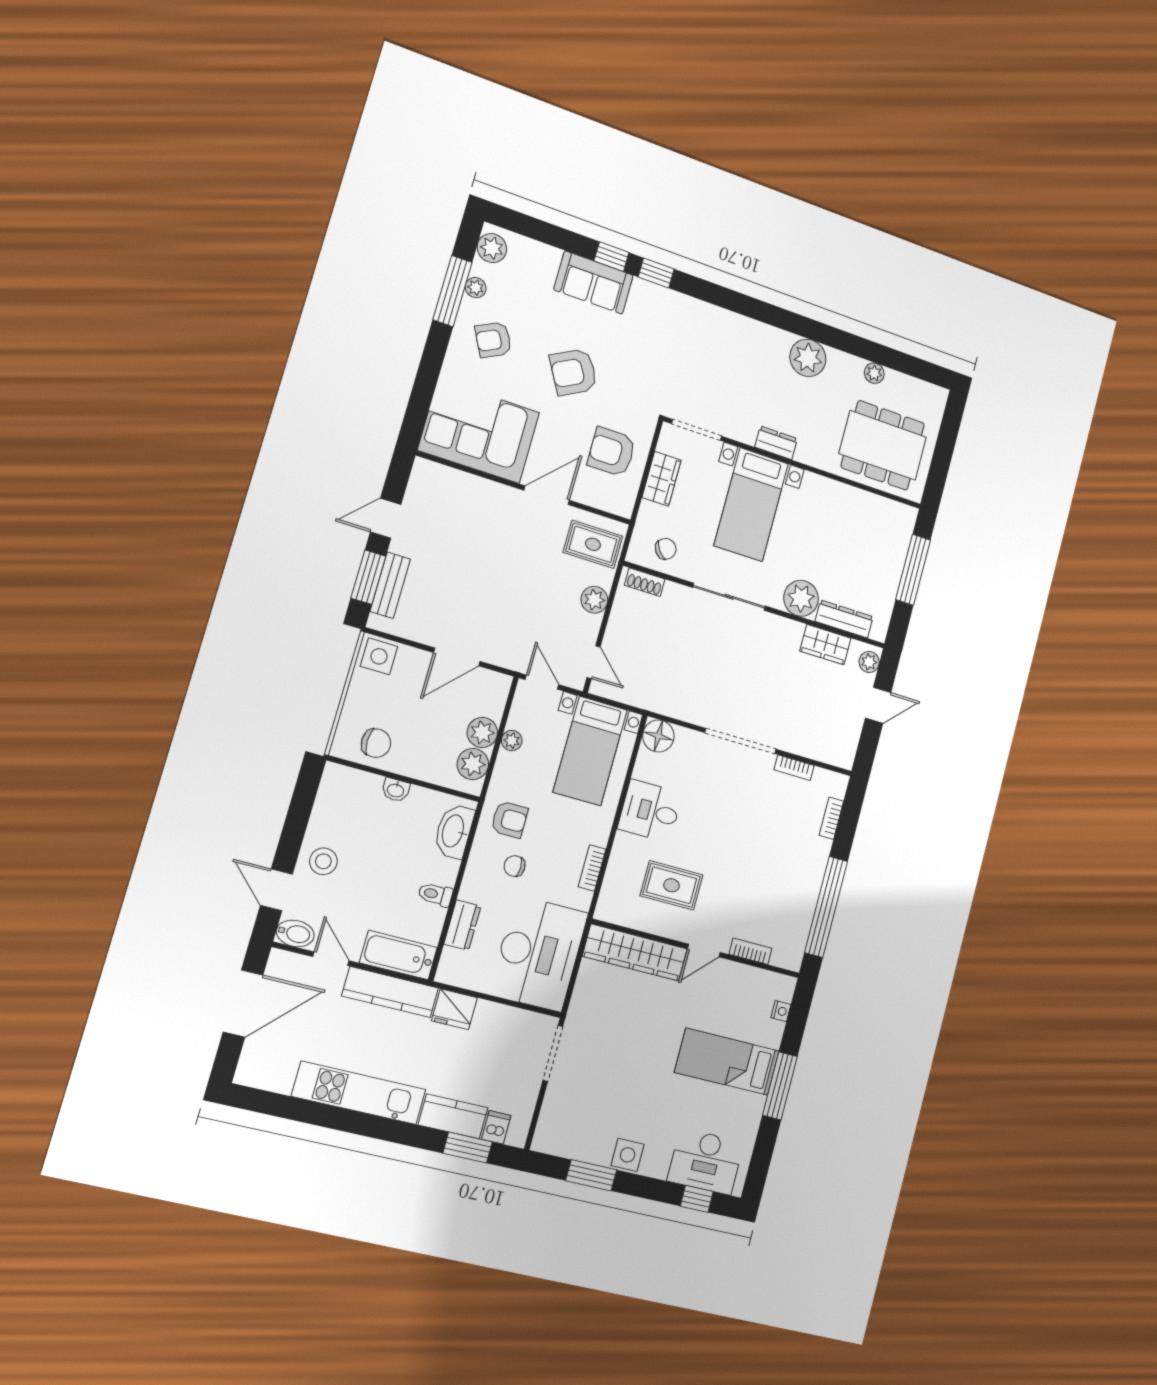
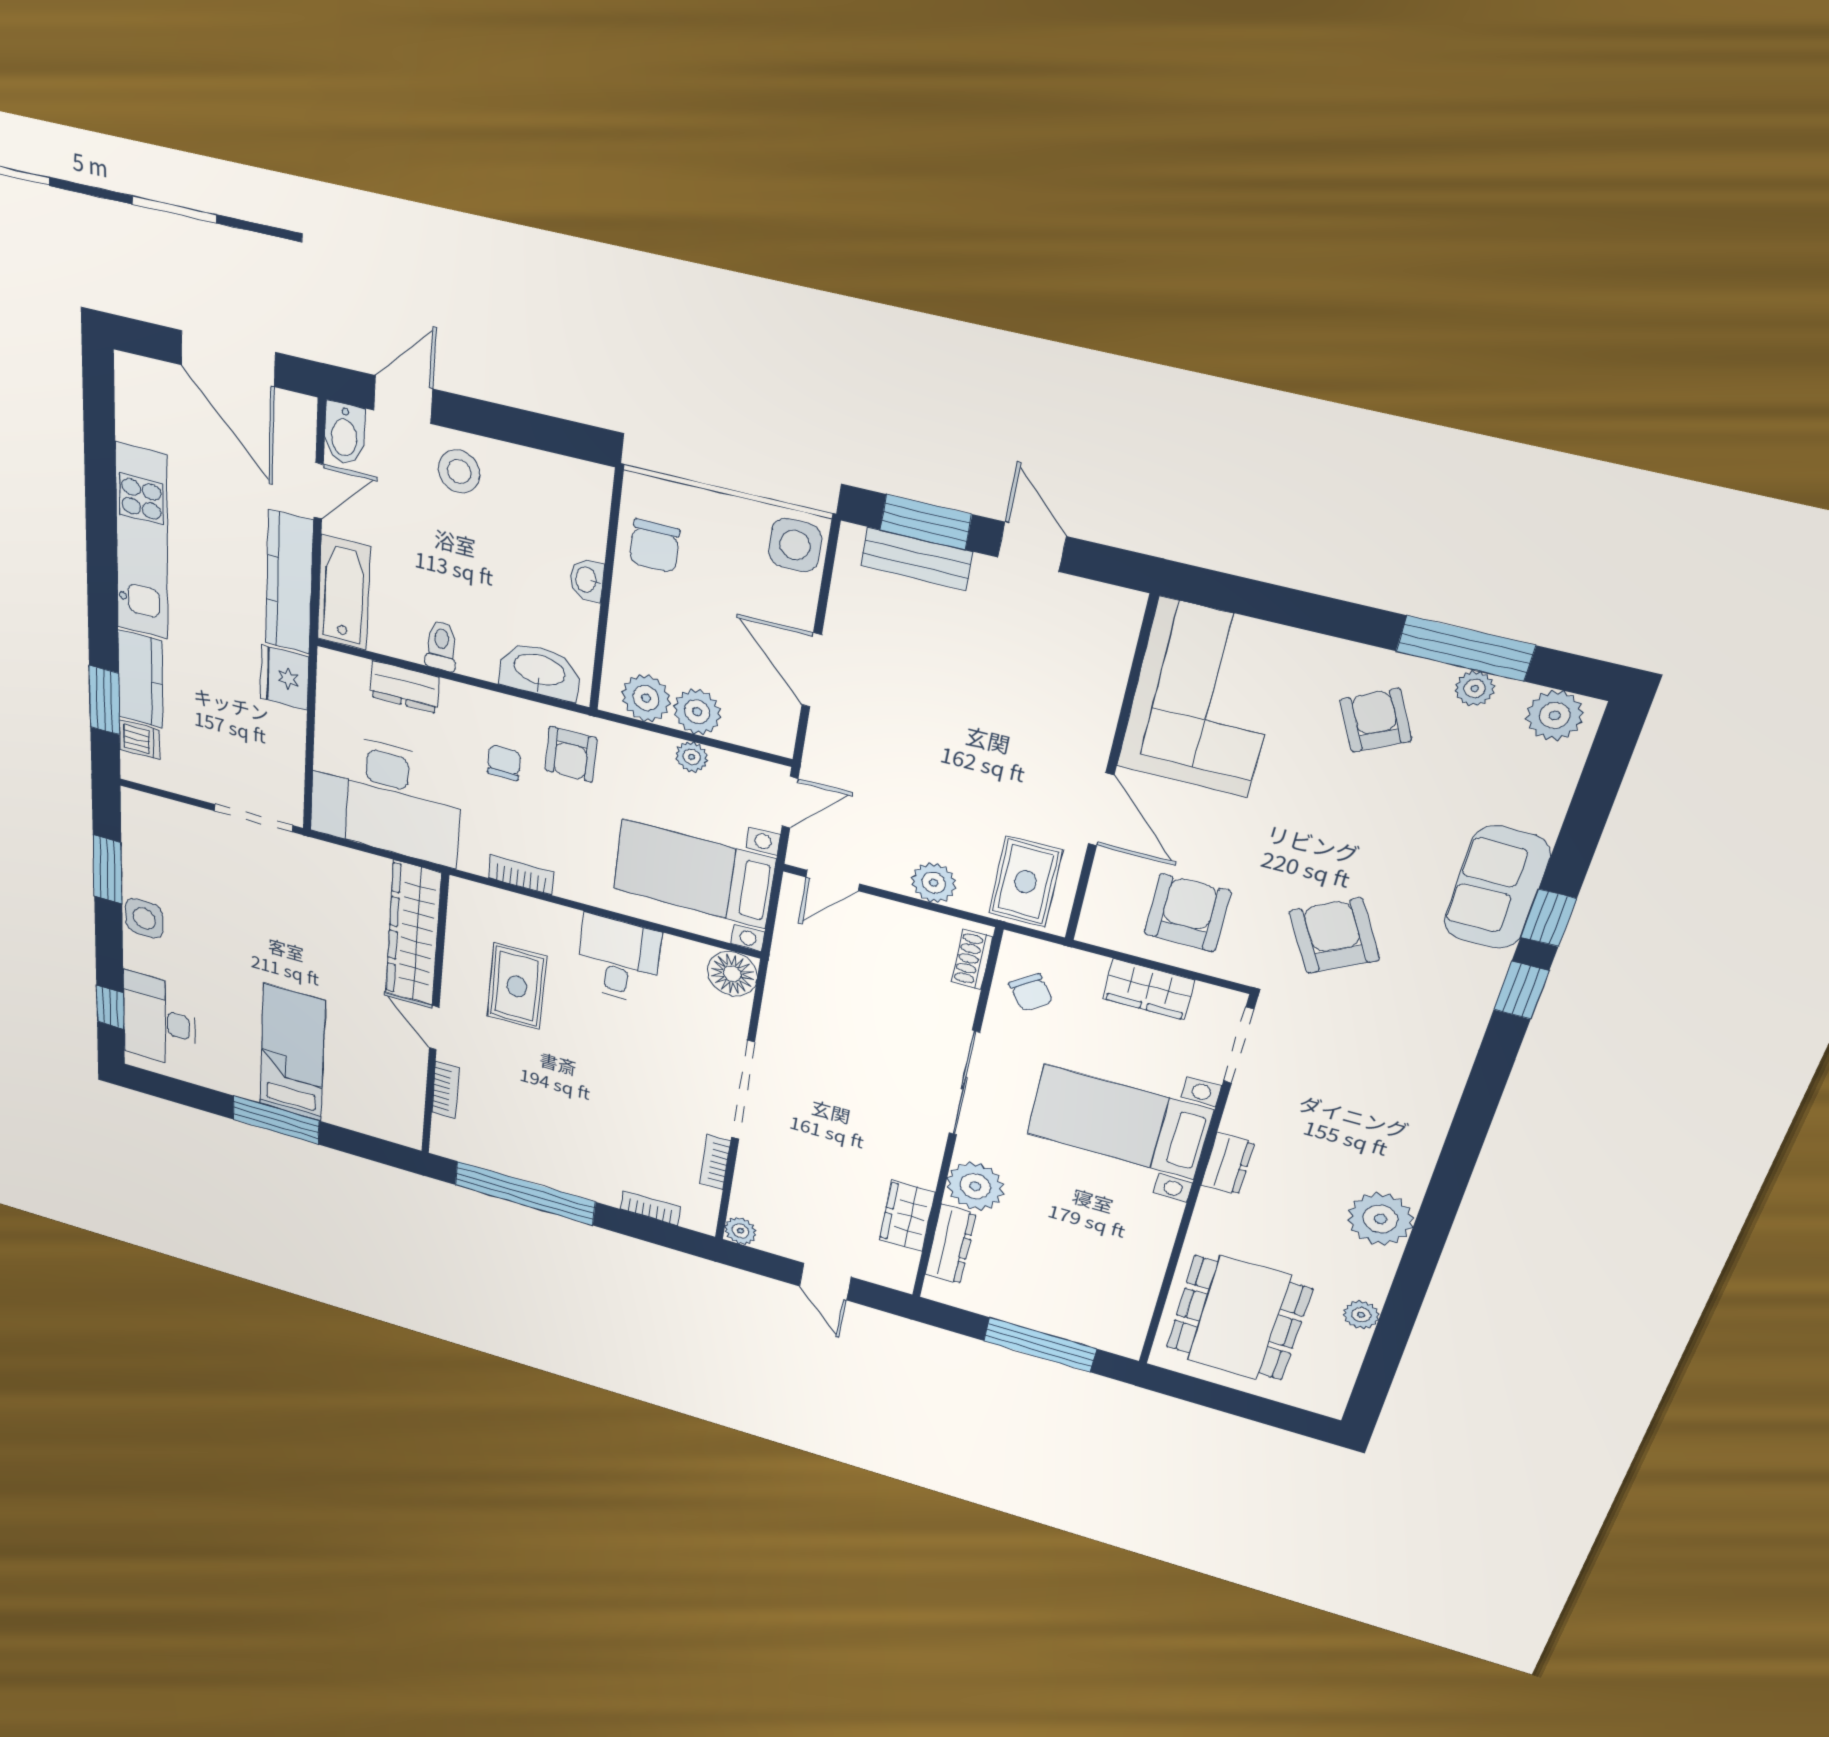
armchair: (574, 372) -> (1334, 936), moved
plant: (869, 662) -> (740, 1231), moved
nightstand: (781, 1011) -> (373, 1126), removed

